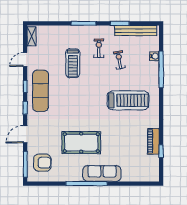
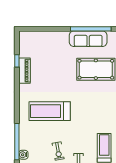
sofa: (102, 173) -> (88, 39), moved

